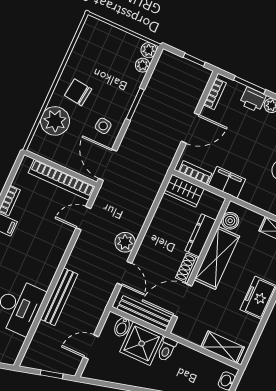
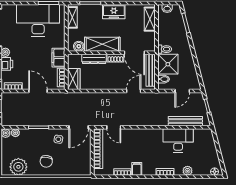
plant: (55, 121) -> (18, 167), moved
plant: (125, 242) -> (117, 98), removed
bench: (59, 297) -> (185, 121), moved
door: (91, 347) -> (182, 91), hinge flipped

